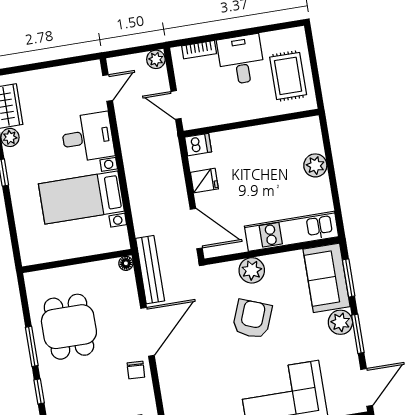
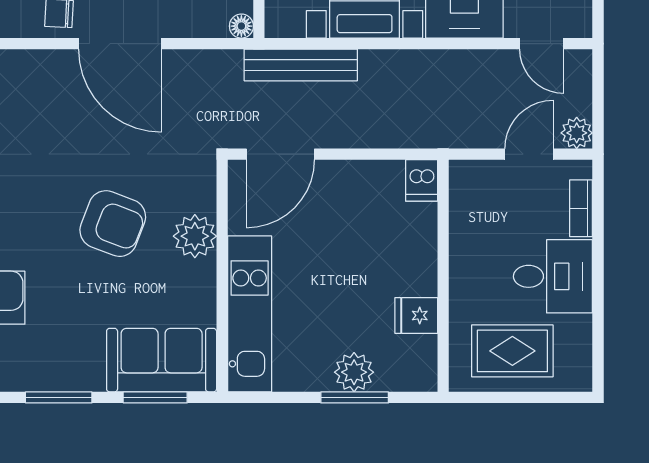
door: (176, 105) -> (529, 154), moved
window: (330, 163) -> (355, 397), added
fridge: (204, 181) -> (416, 315), moved, turned 90
bench: (150, 270) -> (301, 65), moved
plant: (340, 322) -> (83, 371), removed

